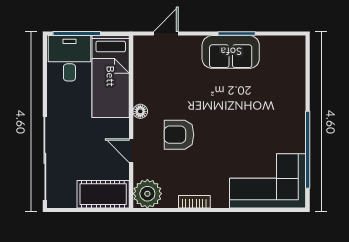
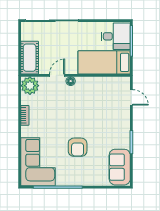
sofa: (231, 52) -> (120, 167), moved
floor lamp: (140, 111) -> (71, 81), moved
armchair: (179, 135) -> (78, 147), moved, turned 180

